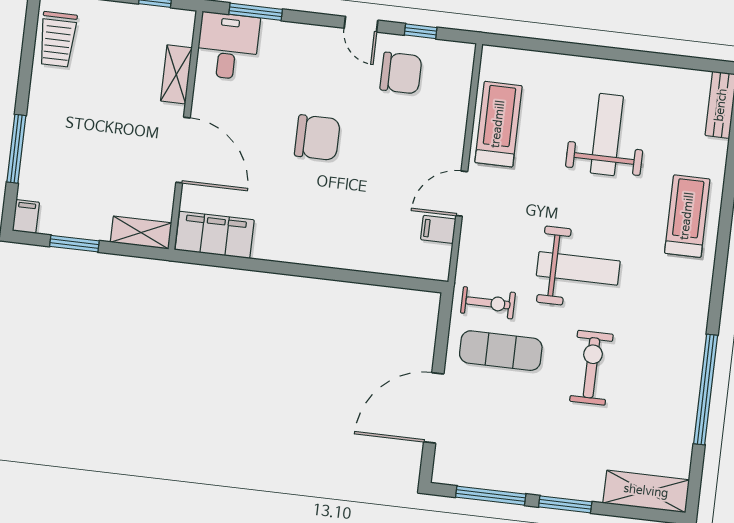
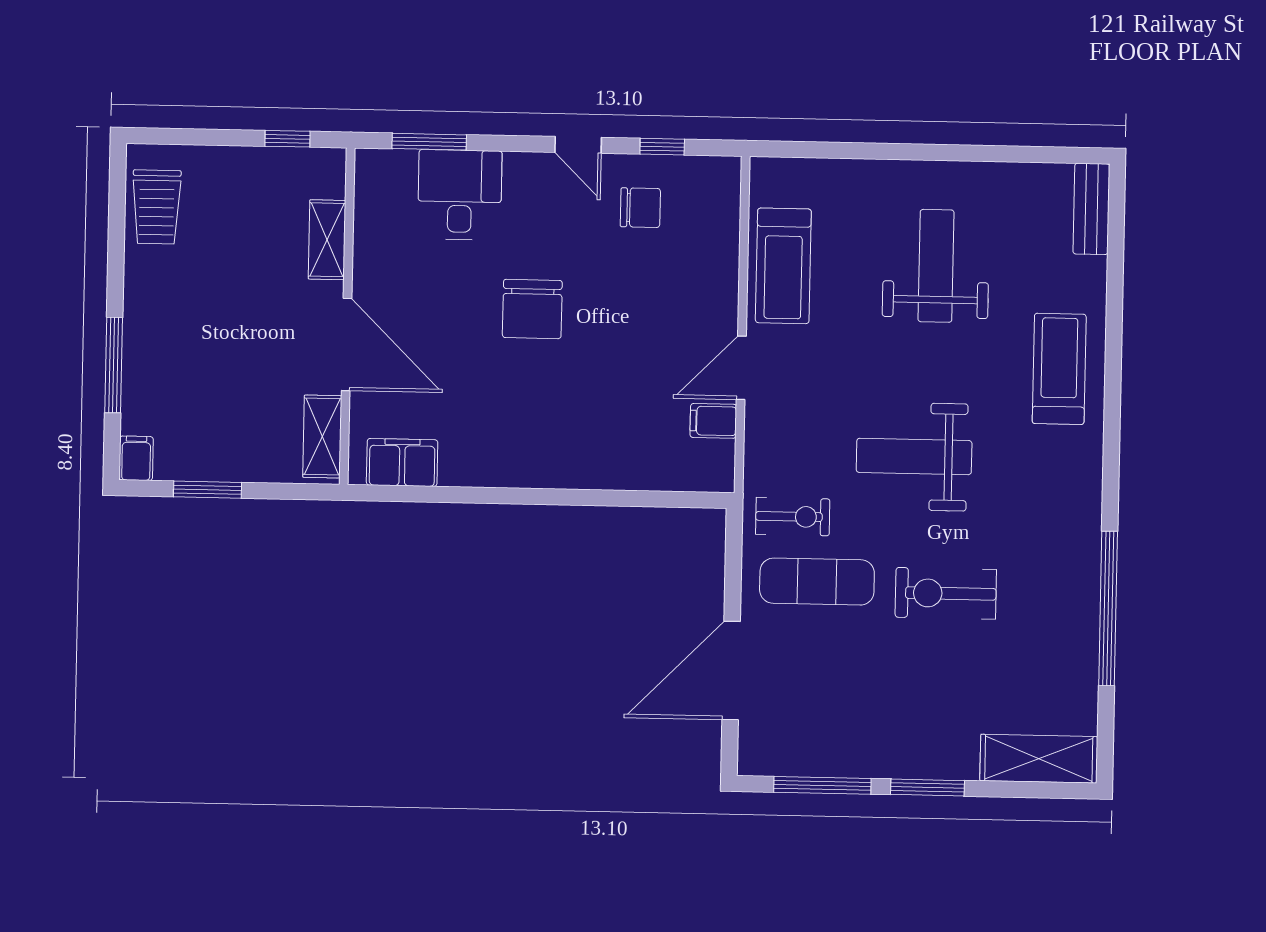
desk: (228, 46) -> (460, 195), moved
chair: (401, 73) -> (640, 208), width x0.73, depth x0.73
treadmill: (498, 124) -> (783, 266), turned 180
chair: (317, 138) -> (532, 309), turned 90
shelving: (141, 233) -> (322, 436), moved, turned 90
filing cabinet: (215, 235) -> (402, 462), width x0.67, depth x0.86
weight bench: (578, 268) -> (914, 456), turned 180
exercise bike: (591, 368) -> (946, 593), turned -90

